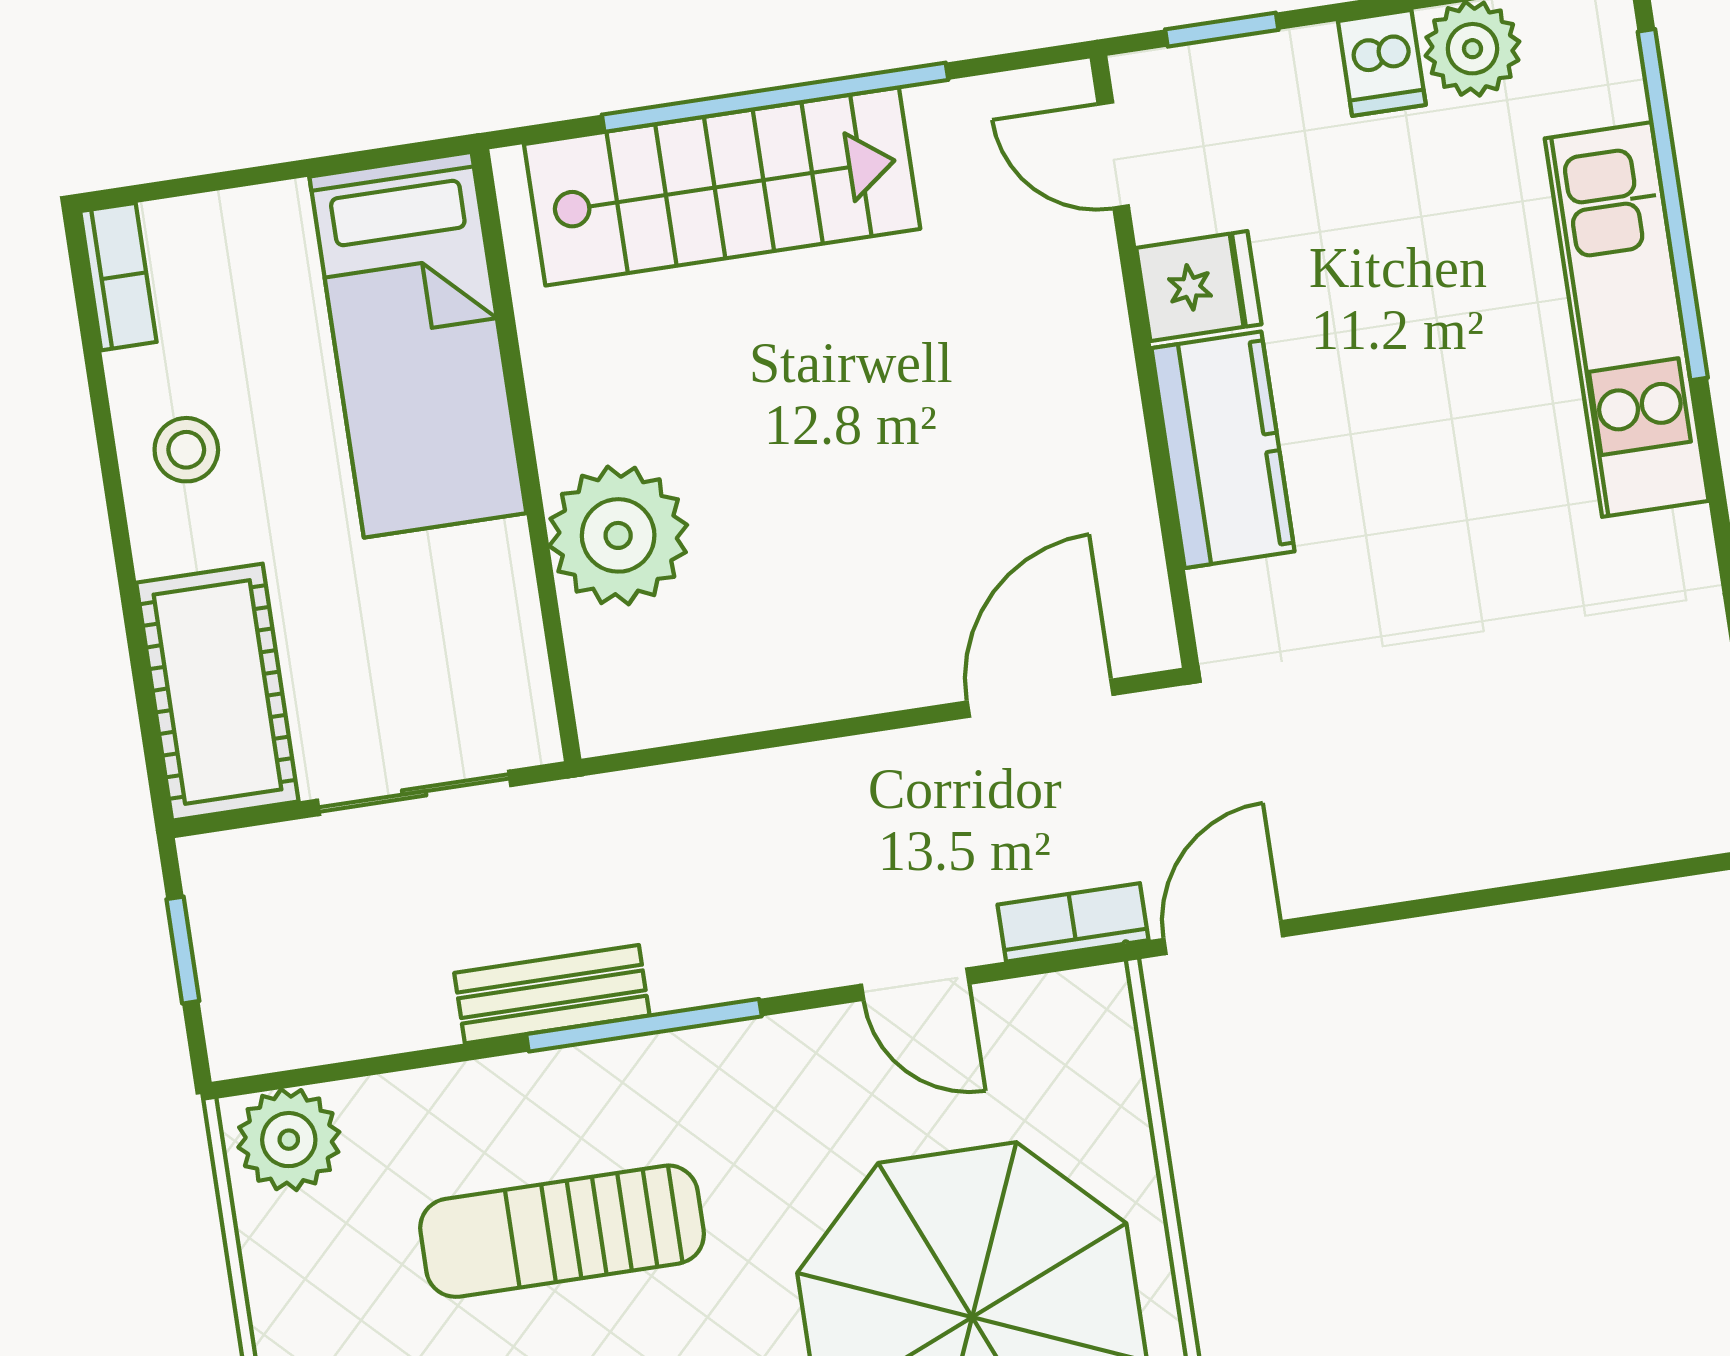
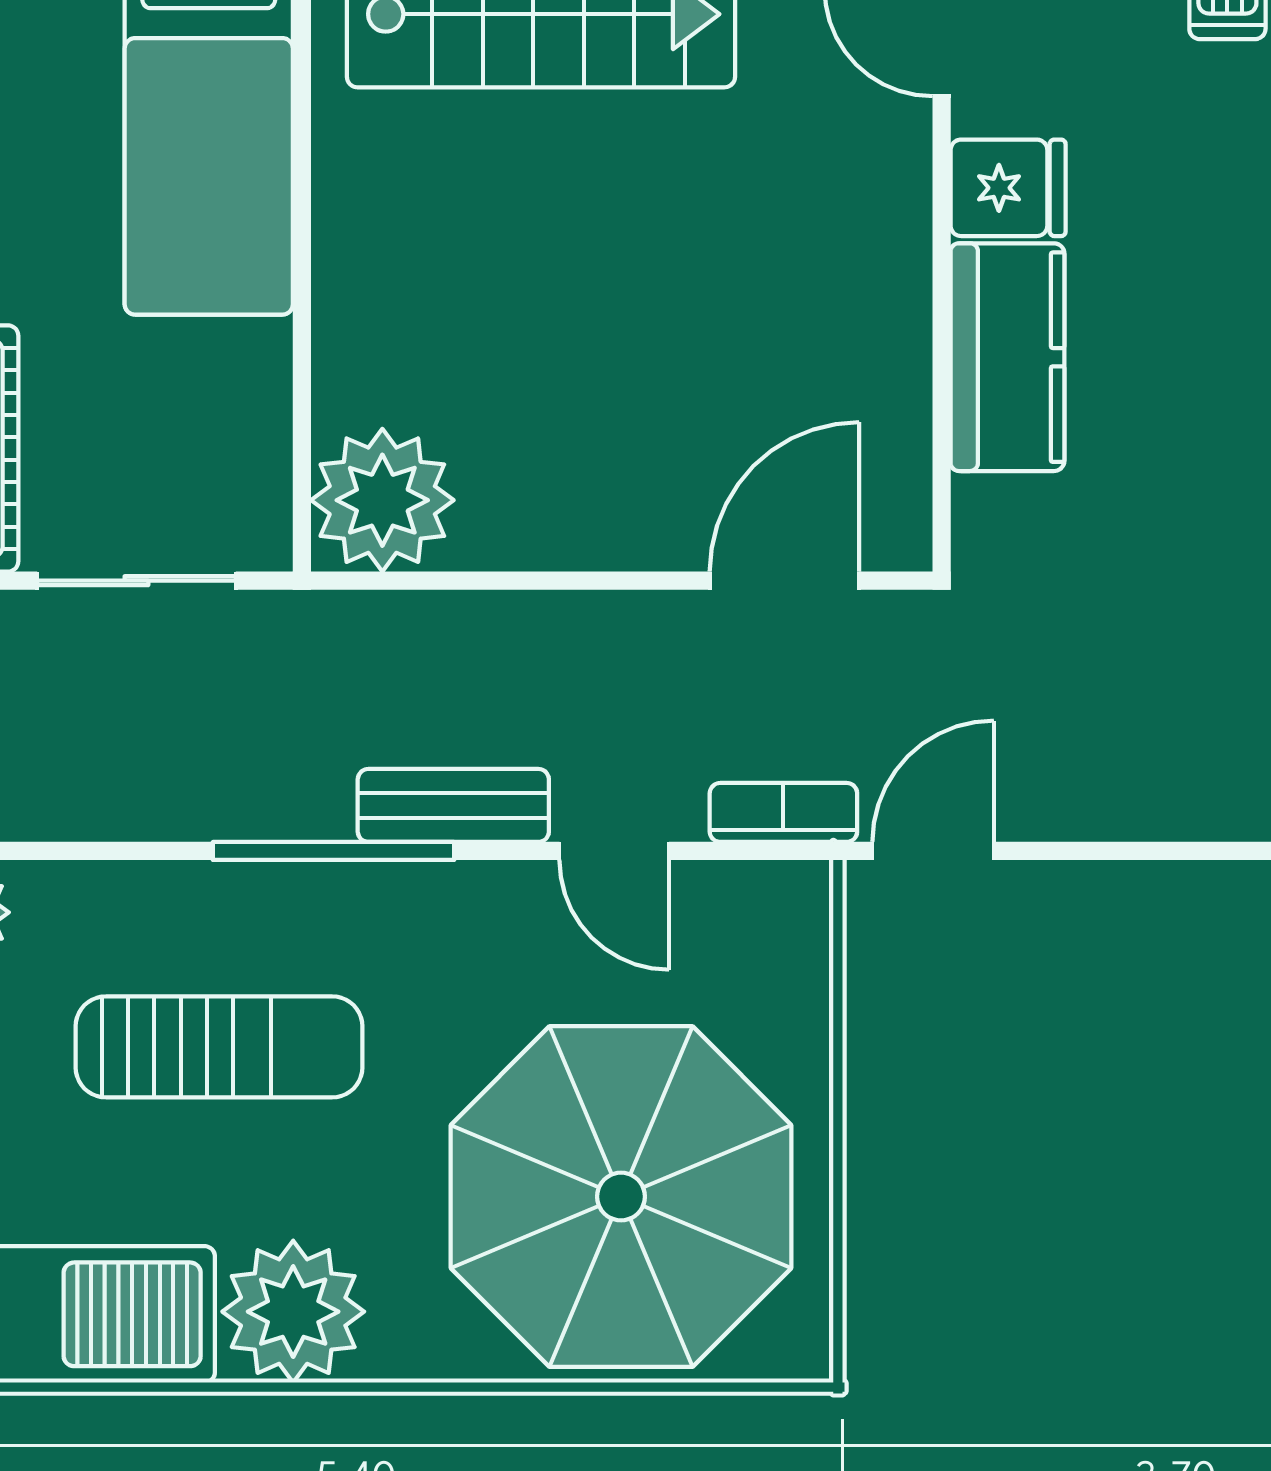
plant: (618, 535) -> (382, 500), moved
bench: (552, 994) -> (453, 805), moved
sun lounger: (562, 1231) -> (219, 1047), turned 180

